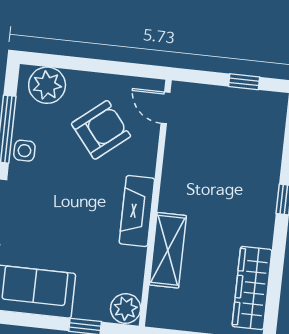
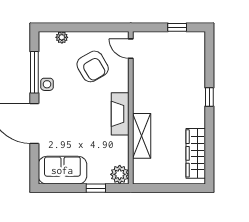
plant: (47, 85) -> (62, 37), width x0.53, depth x0.53
armchair: (101, 130) -> (93, 66), turned 99

